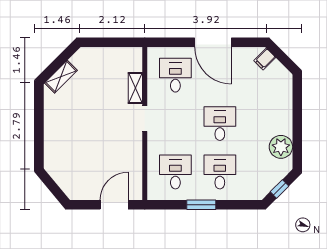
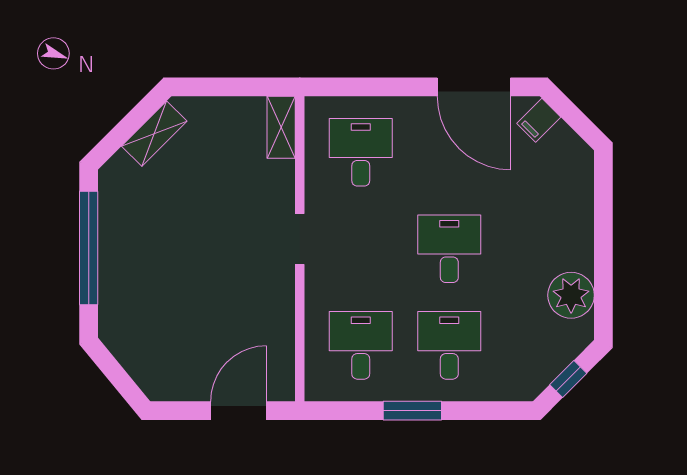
door: (213, 42) -> (474, 87), moved
shelving: (61, 77) -> (154, 134), moved
shelving: (135, 88) -> (281, 127), moved
window: (39, 123) -> (89, 248), added

